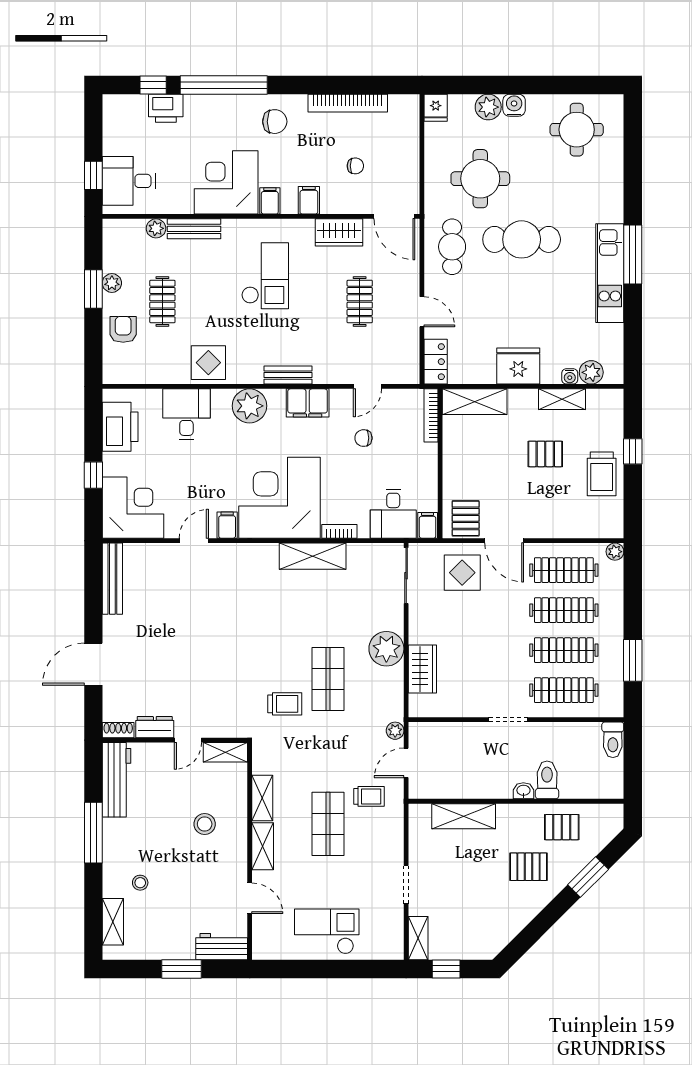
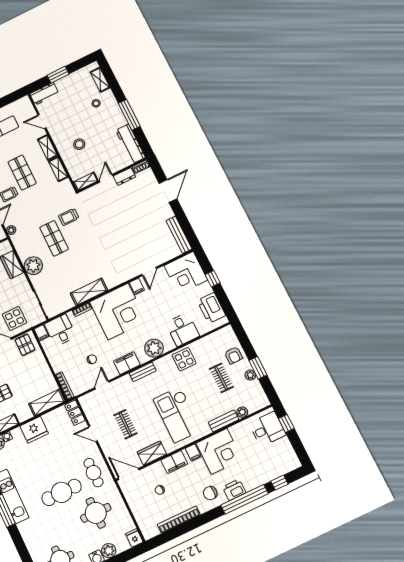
printer: (166, 108) -> (234, 490), moved
filing cabinet: (309, 200) -> (174, 462), width x2.00
checkout: (265, 276) -> (177, 415), width x1.36, depth x1.21

